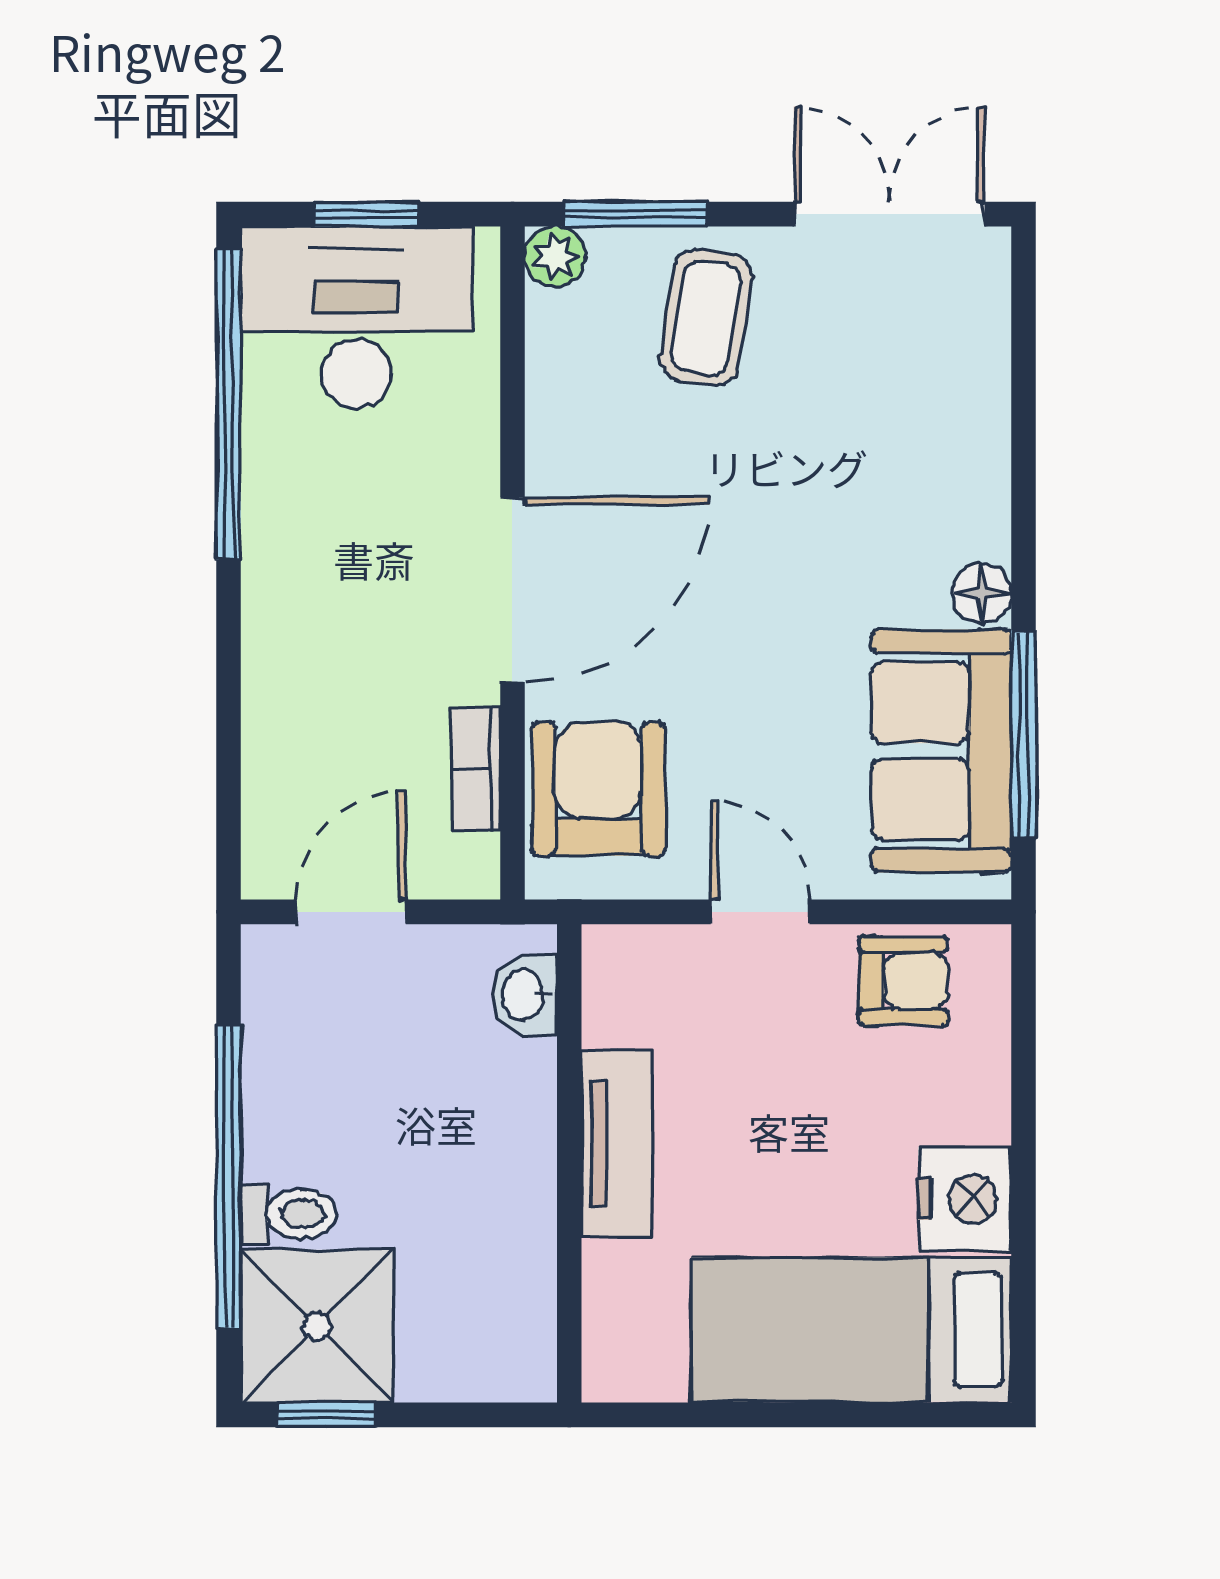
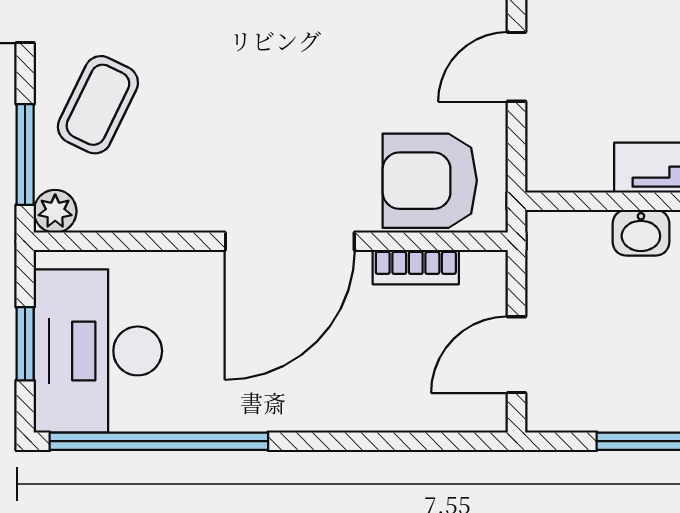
coffee table: (706, 318) -> (98, 105), turned -73
door: (512, 590) -> (290, 241), swing flipped
door: (351, 912) -> (516, 355), hinge flipped
washbasin: (525, 995) -> (641, 233), moved

